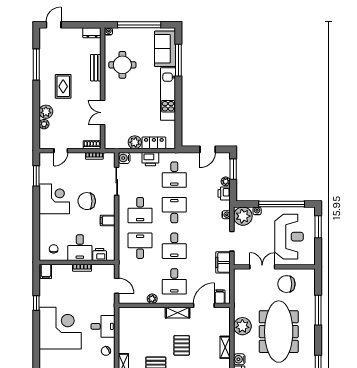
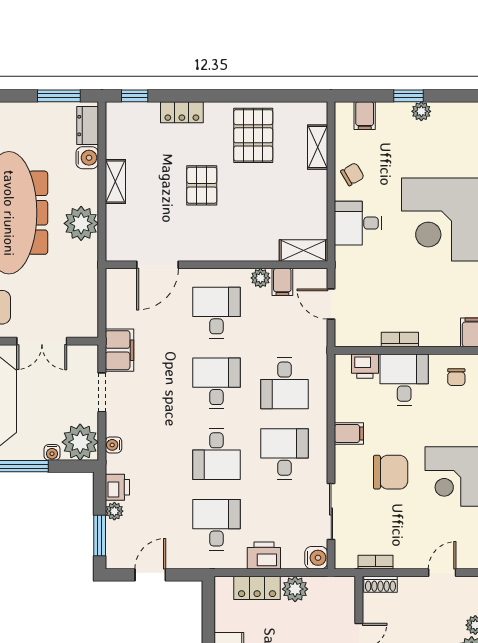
filing cabinet: (220, 297) -> (282, 282), moved
shelving: (178, 313) -> (303, 250), moved

